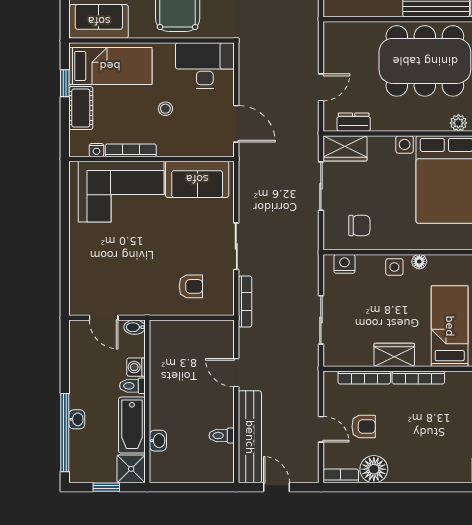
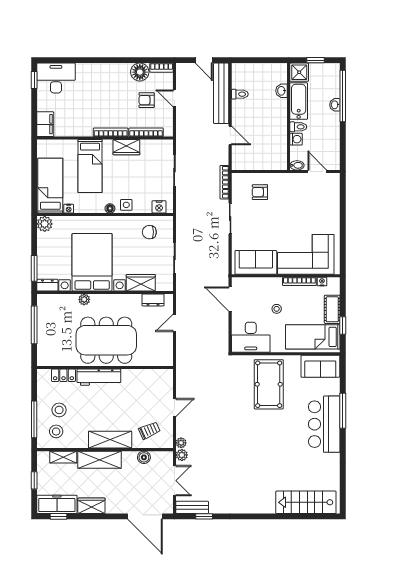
wardrobe: (345, 148) -> (141, 283), moved

